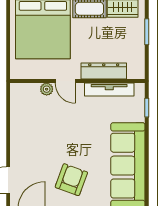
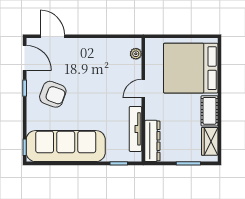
dresser: (104, 71) -> (152, 141), moved
plant: (47, 89) -> (136, 54), moved

